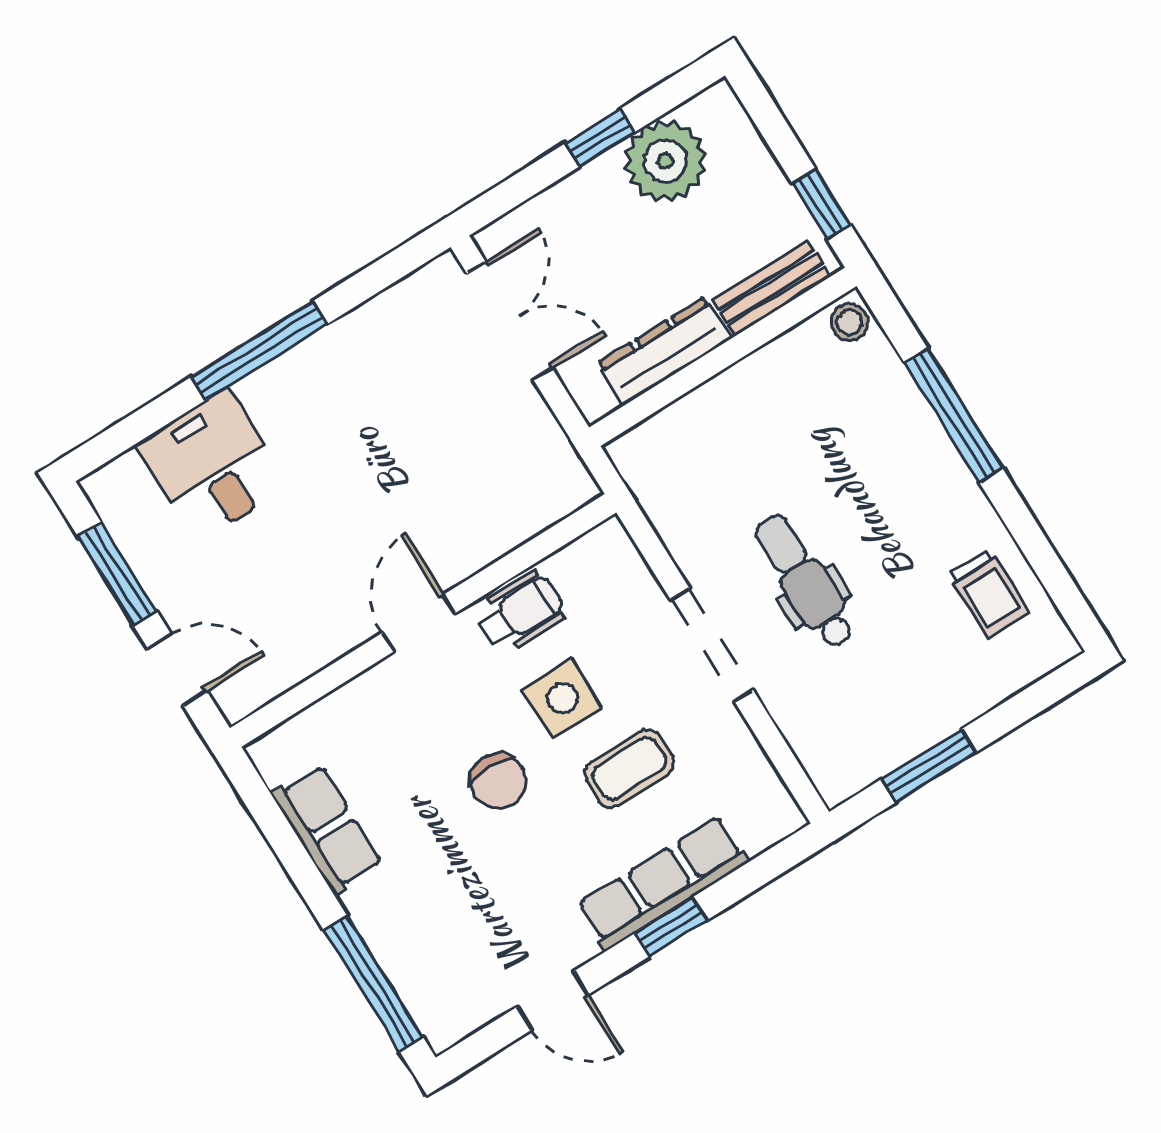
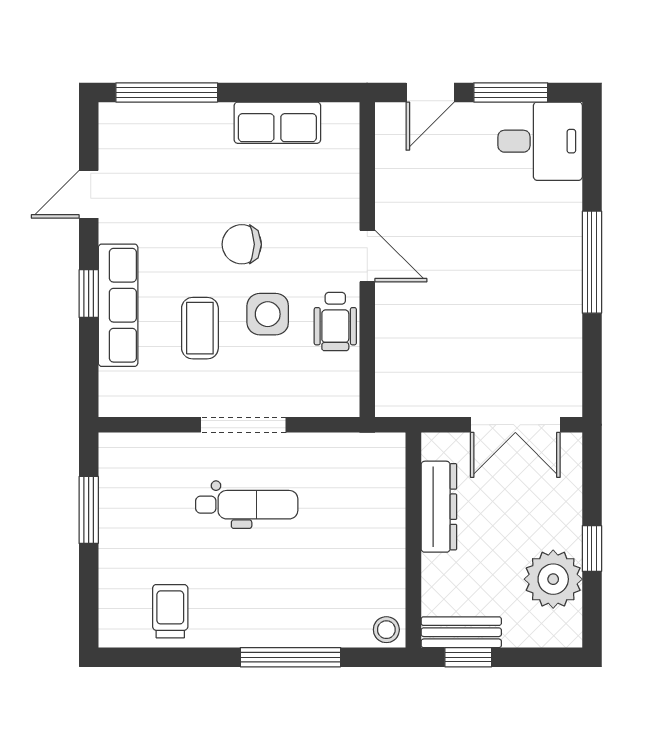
bench: (772, 288) -> (461, 632), moved, turned 90
desk: (212, 466) -> (540, 141), moved
trolley: (988, 593) -> (170, 611), turned 90

